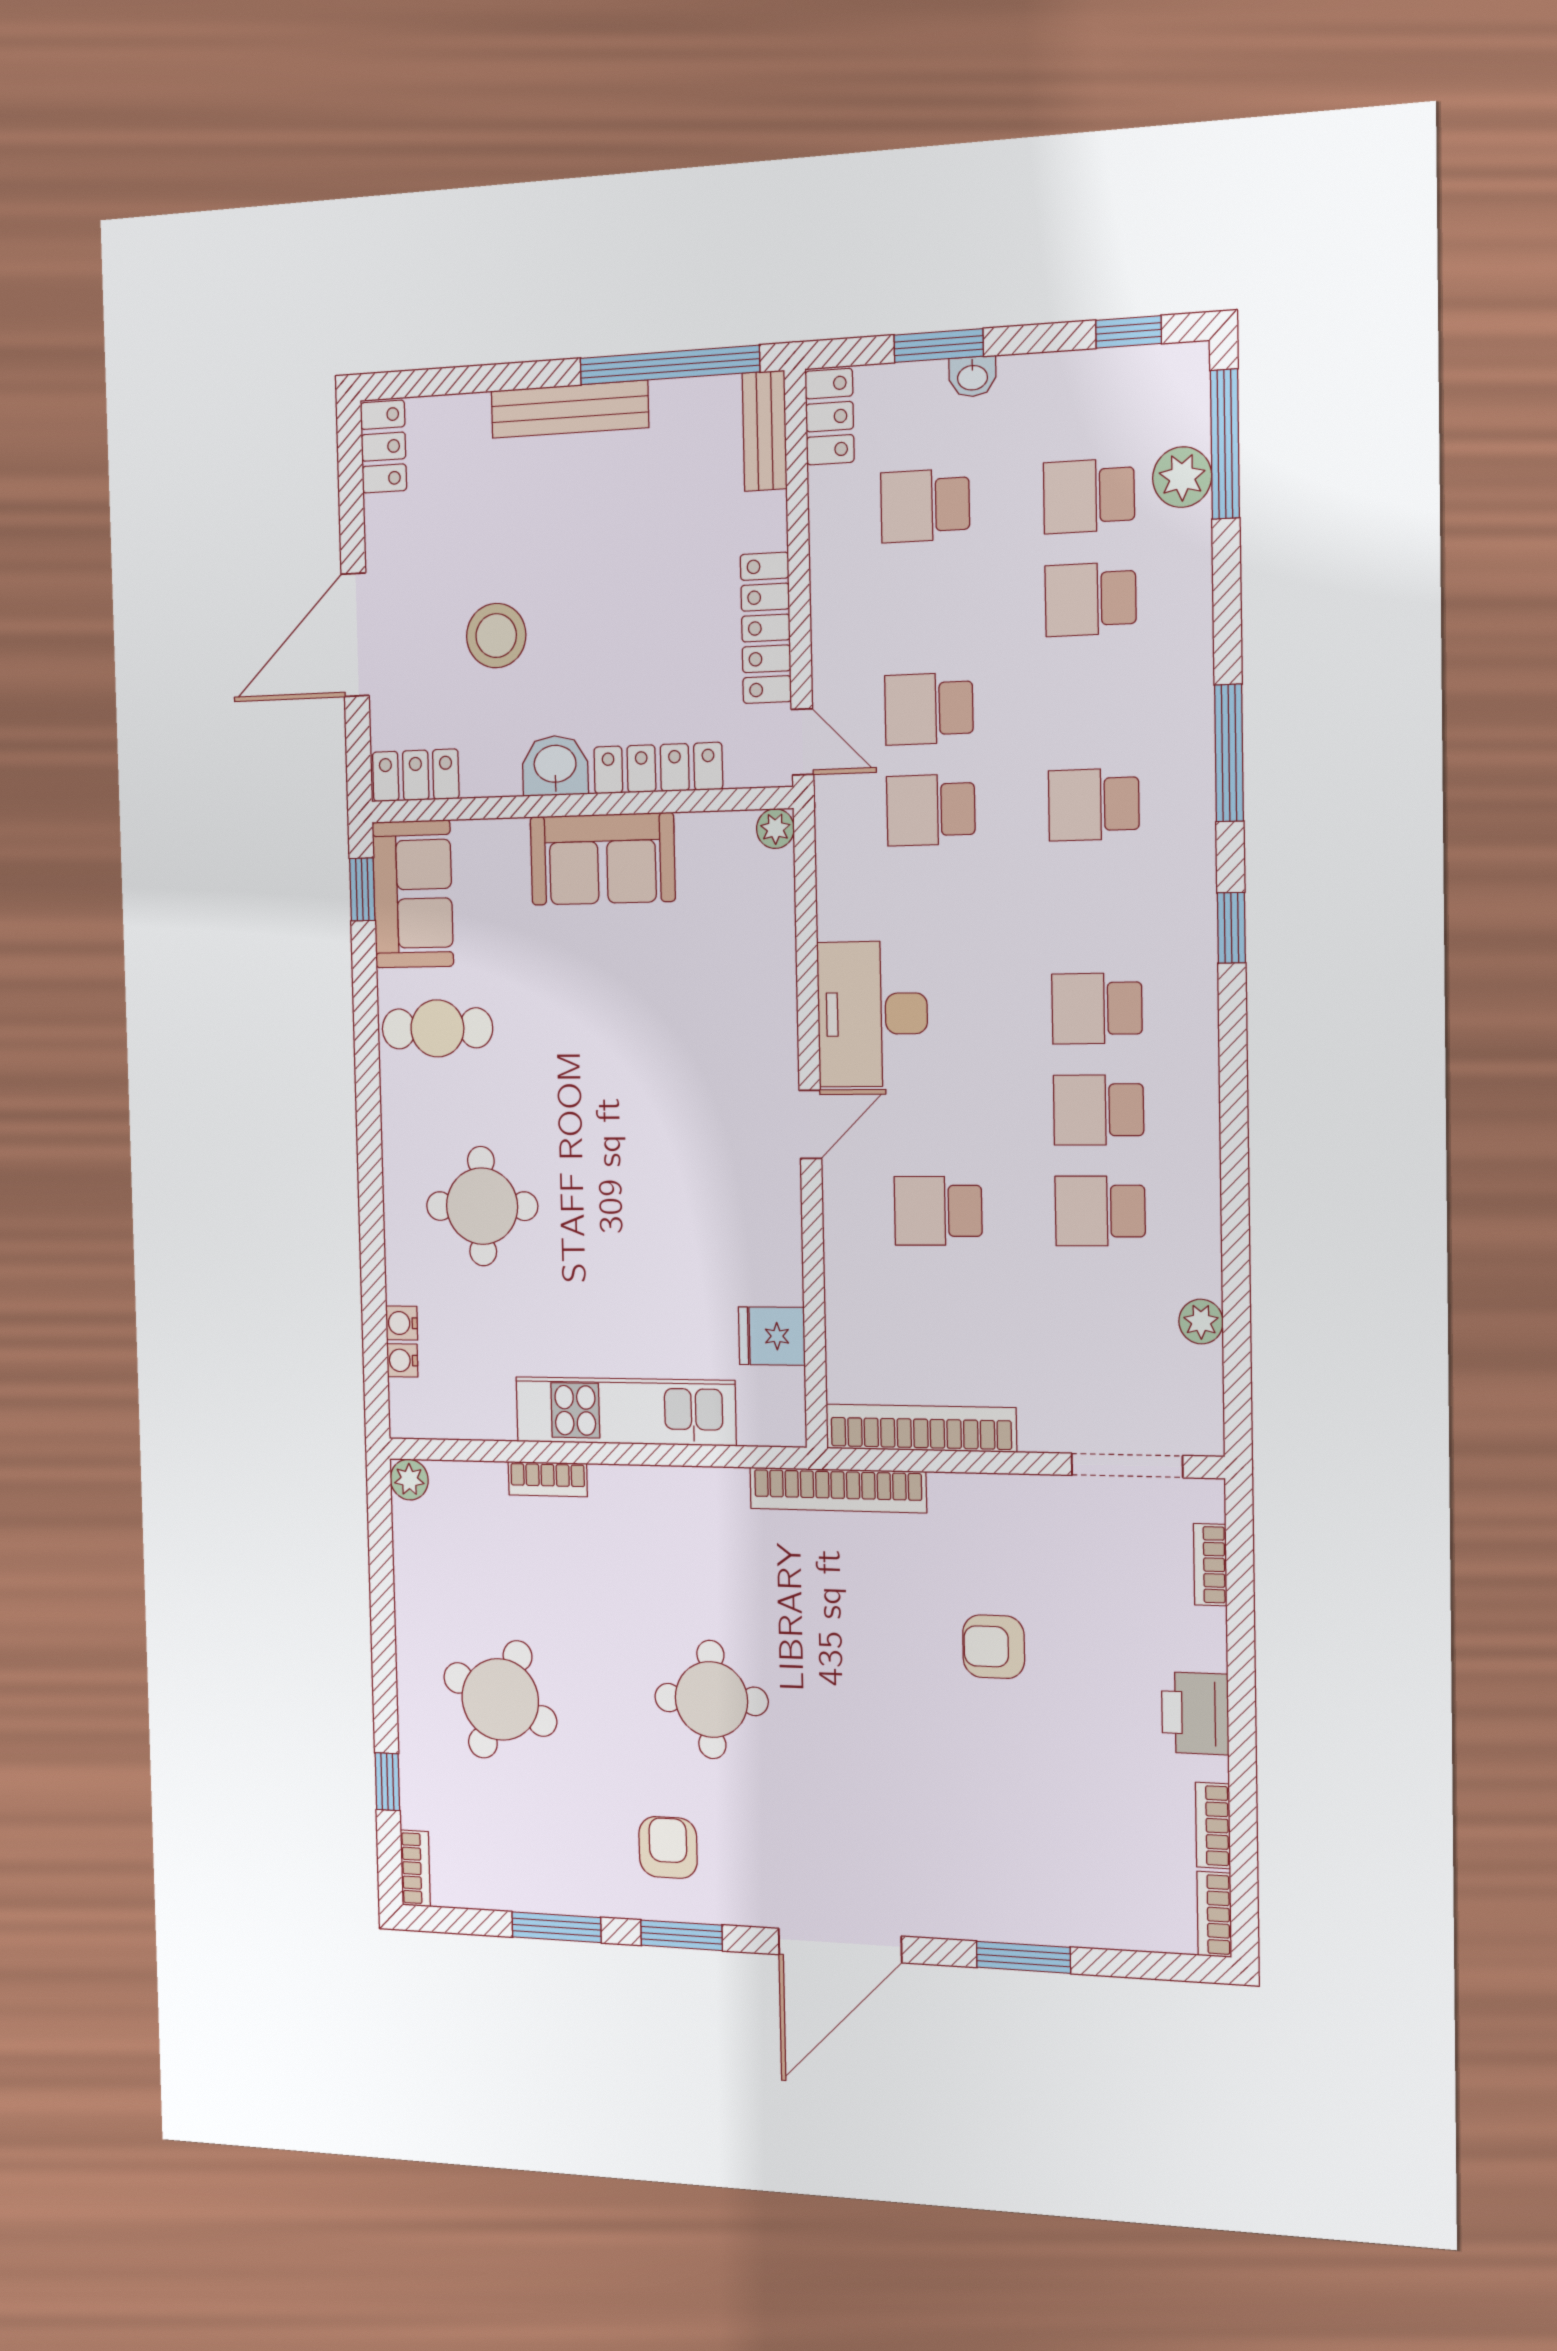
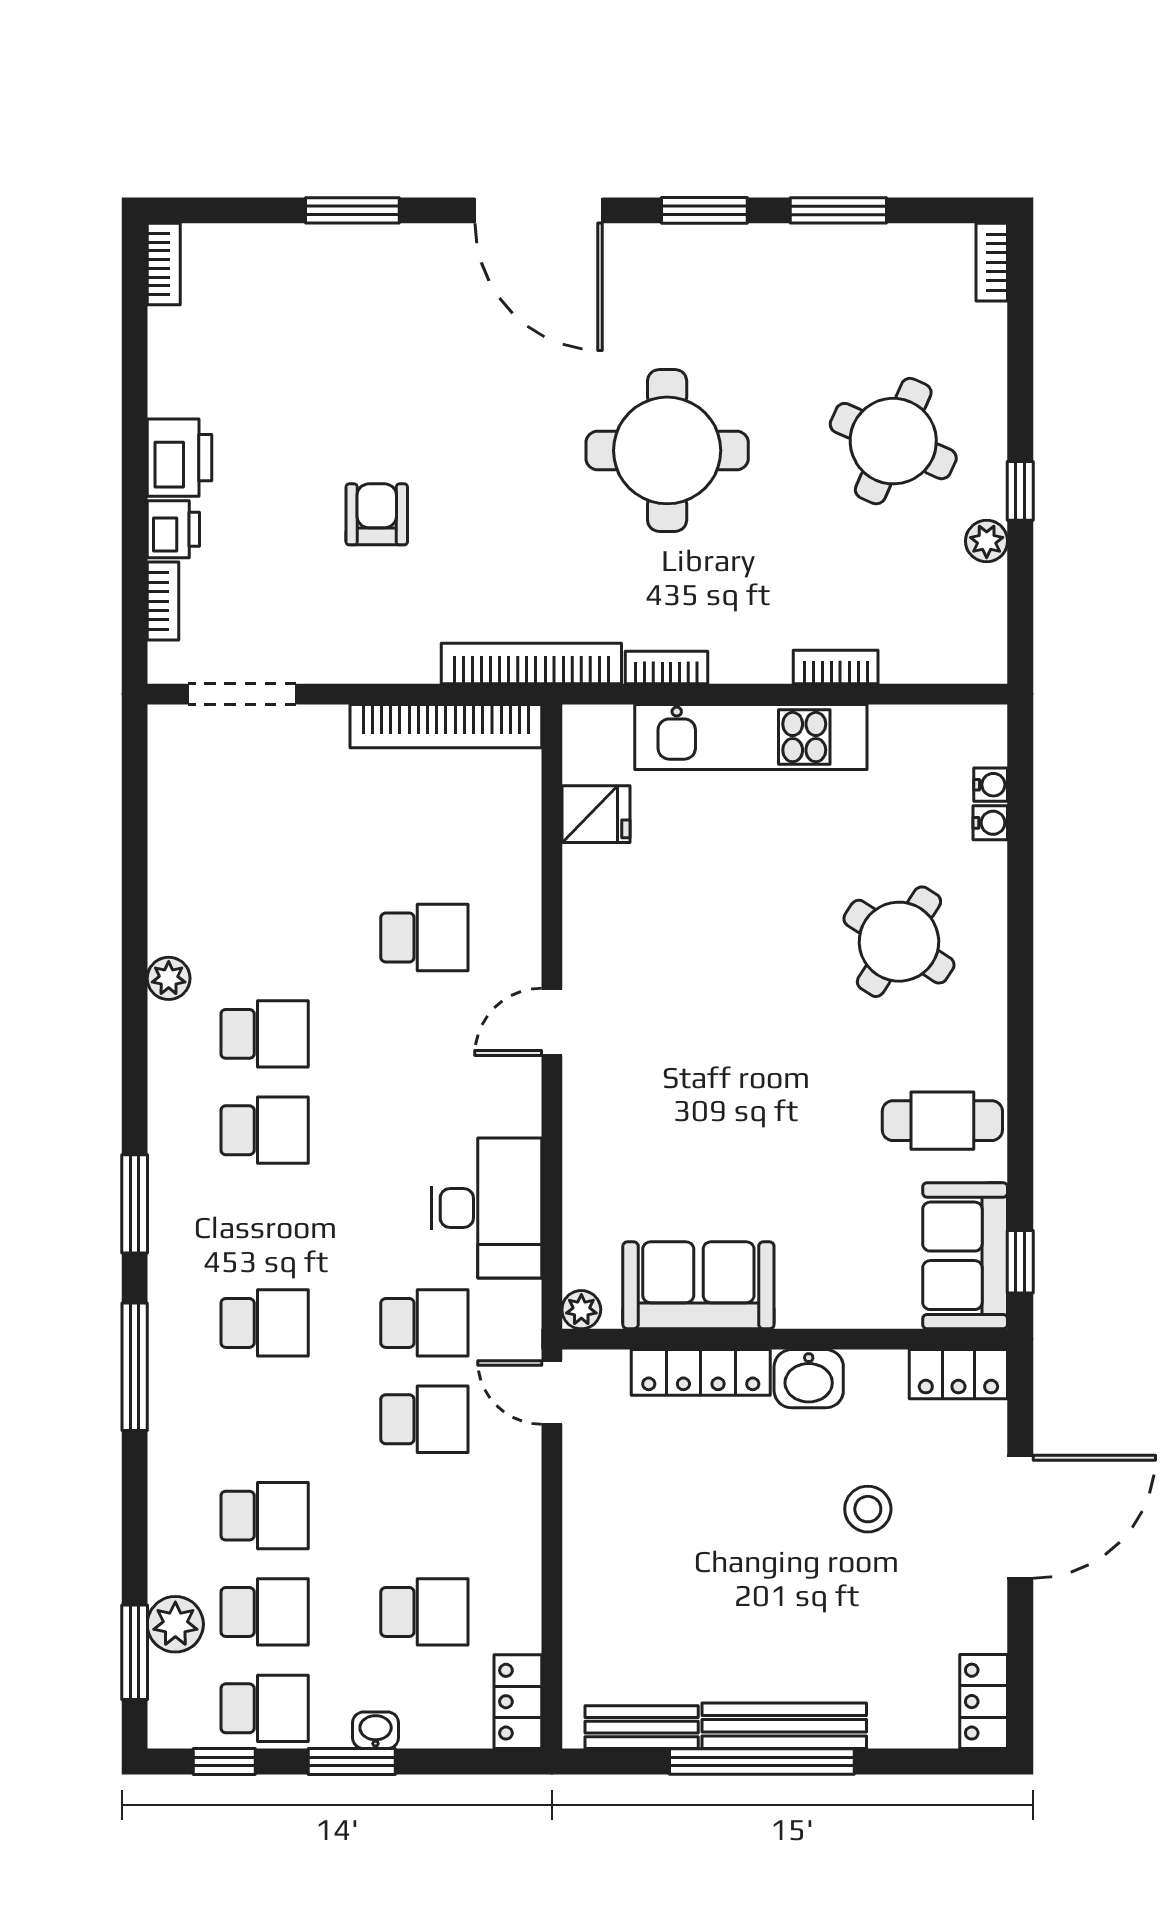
window: (939, 346) -> (352, 1762), moved
window: (670, 365) -> (762, 1762), moved
bench: (765, 431) -> (642, 1727), moved, turned 90
window: (1225, 444) -> (135, 1652), width x0.69
locker: (766, 628) -> (587, 1504), removed
stool: (496, 636) -> (868, 1509), width x0.73, depth x0.73
sofa: (602, 859) -> (698, 1285), moved
window: (1231, 928) -> (135, 1204), width x1.50
desk: (872, 1014) -> (487, 1208), moved
round table: (482, 1206) -> (899, 942), turned 33
school desk: (1100, 1211) -> (265, 1708), moved
plant: (1201, 1322) -> (169, 978), moved
plant: (409, 1480) -> (987, 541), moved
printer: (1200, 1639) -> (173, 529), added
armchair: (994, 1647) -> (377, 514), turned -90
round table: (711, 1699) -> (667, 450), width x1.36, depth x1.36
window: (387, 1782) -> (1020, 491), moved
bookcase: (1213, 1825) -> (666, 667), moved, turned -90
armchair: (668, 1847) -> (717, 299), removed
door: (840, 1945) -> (539, 210), swing flipped

